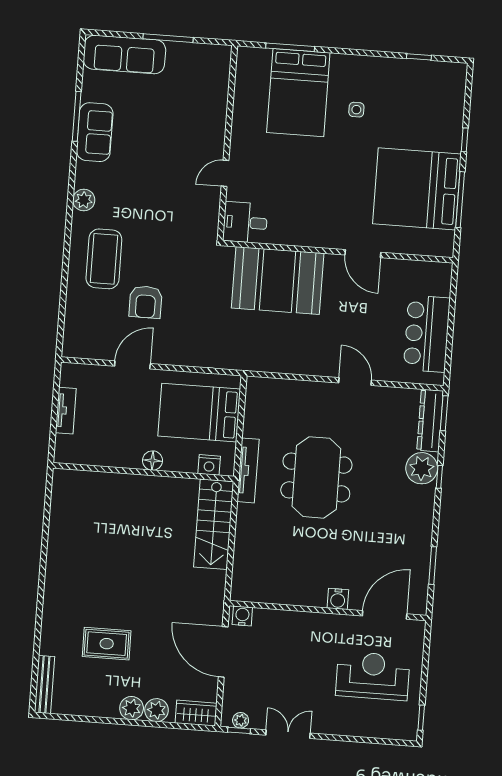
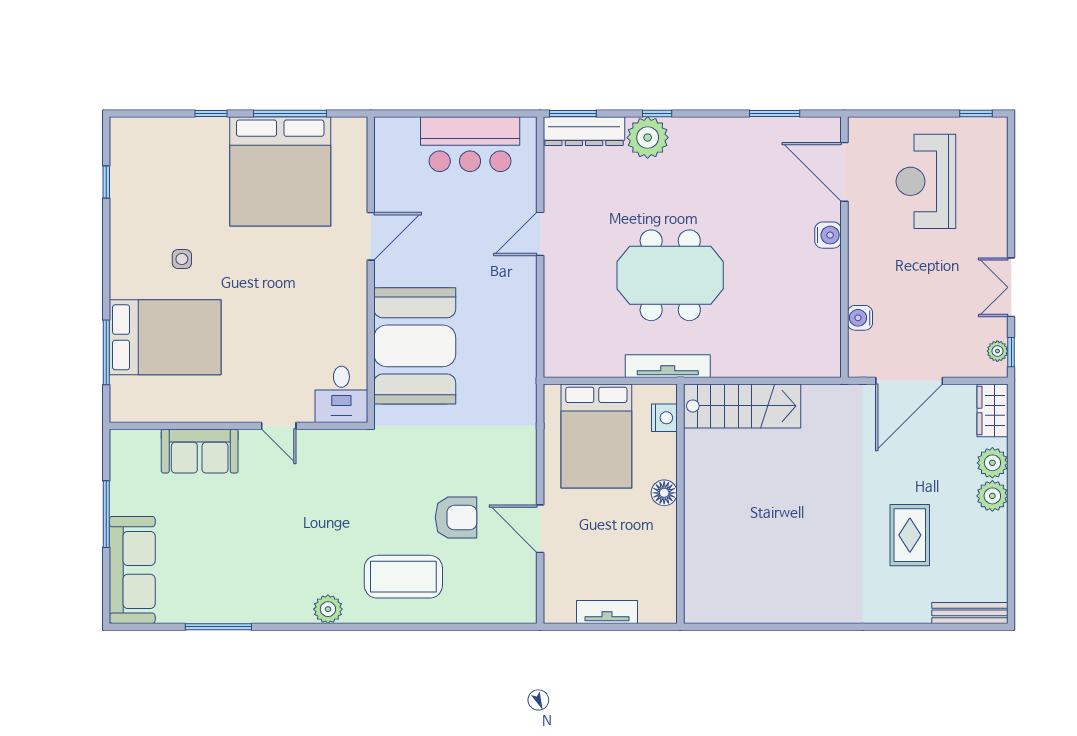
sofa: (95, 132) -> (200, 451), moved, turned 180
water cooler: (242, 616) -> (860, 318), moved

